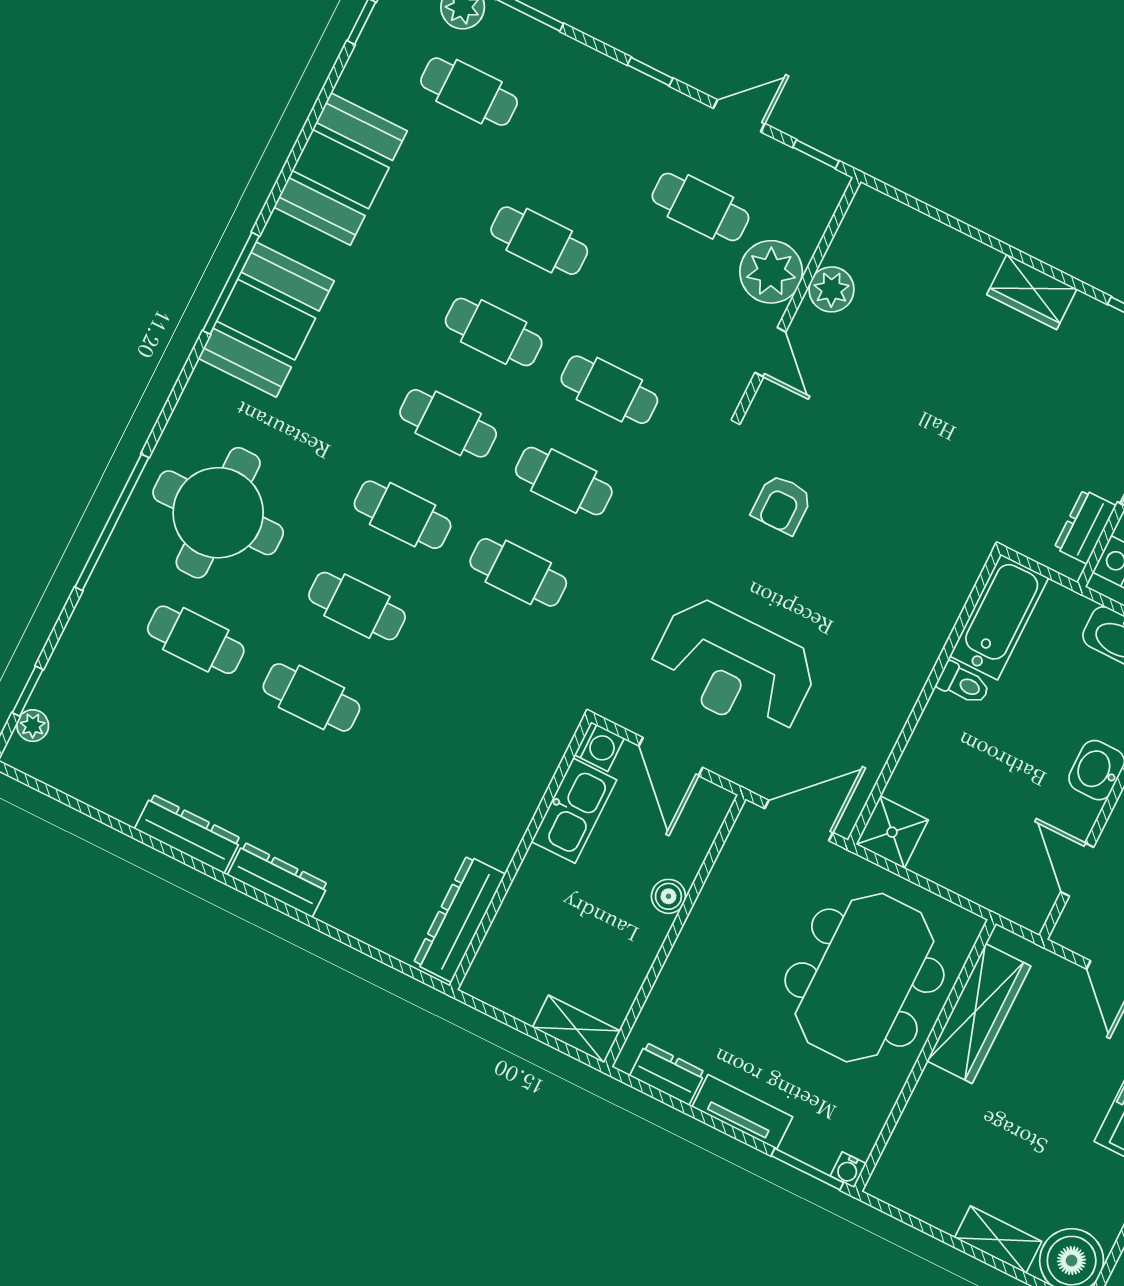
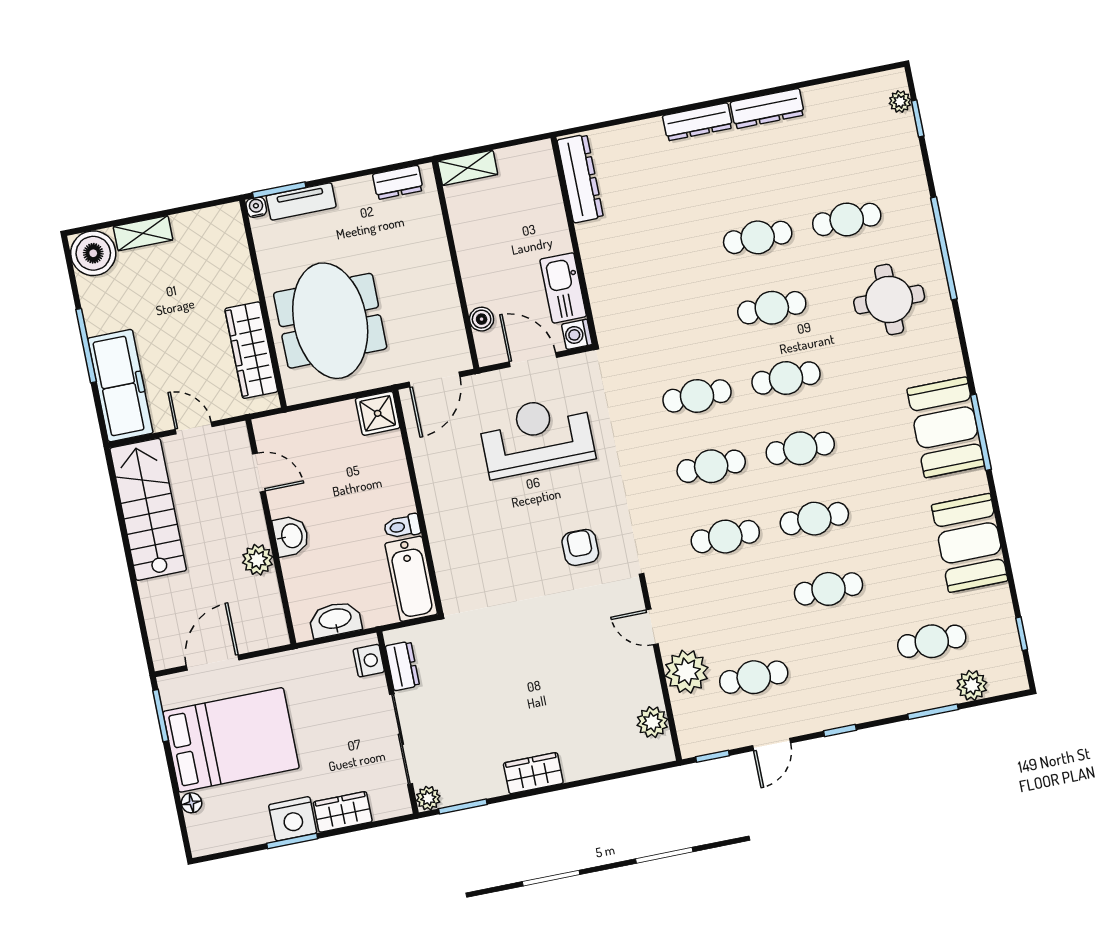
plant: (831, 289) -> (652, 722), moved
round table: (218, 513) -> (889, 299), width x0.73, depth x0.73
boiler: (668, 896) -> (482, 319), moved
tv unit: (742, 1112) -> (301, 201), moved

